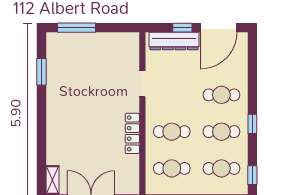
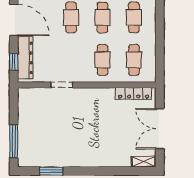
window: (182, 28) -> (14, 62), moved
locker: (132, 133) -> (134, 94), moved

